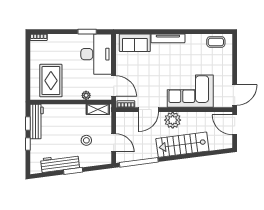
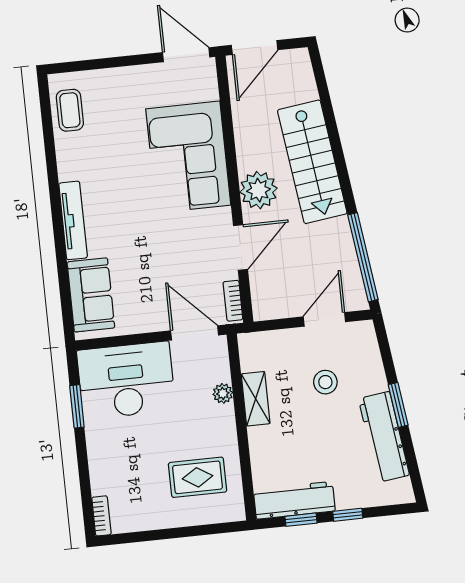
rug: (51, 81) -> (198, 477), width x0.73, depth x0.70
door: (114, 86) -> (195, 333), hinge flipped
shelving: (98, 109) -> (256, 399), moved
door: (149, 110) -> (240, 247), hinge flipped

